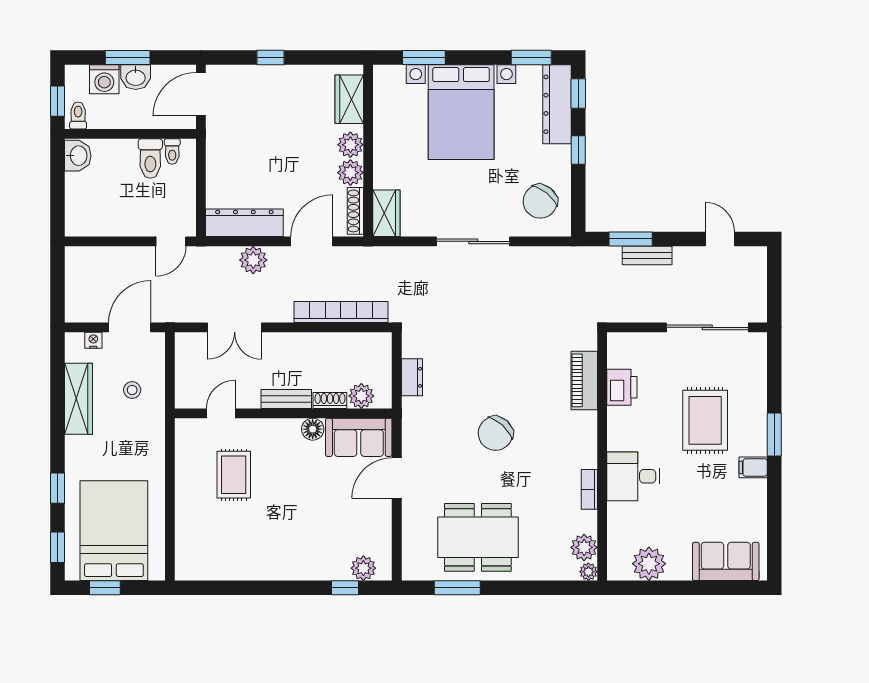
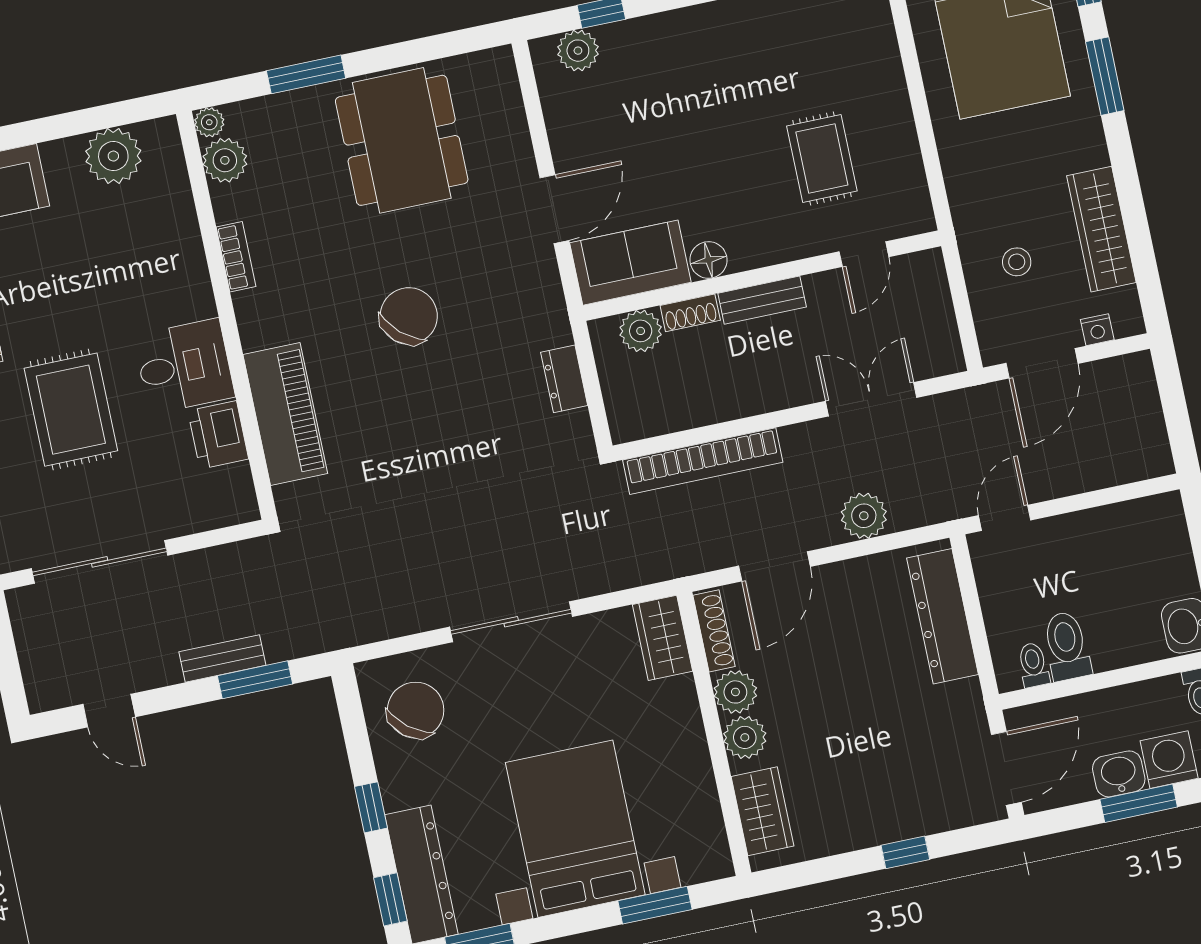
dresser: (244, 223) -> (943, 616), moved, turned 90
piano: (584, 380) -> (285, 414), width x1.37, depth x1.33
desk: (633, 476) -> (184, 366), moved
window: (58, 488) -> (1105, 76), width x1.50
dining table: (478, 537) -> (402, 140), turned 90
window: (457, 588) -> (306, 74), moved

